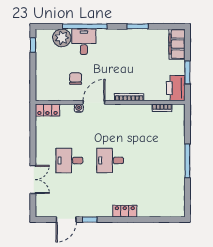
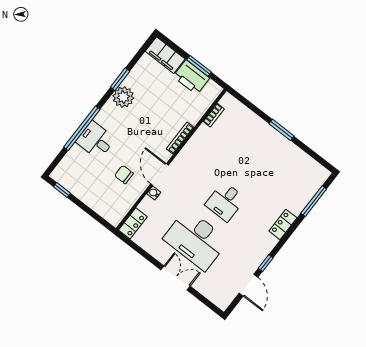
plant: (62, 38) -> (123, 97), moved
printer: (176, 88) -> (191, 77), moved
desk: (69, 160) -> (196, 239), width x1.87, depth x1.30
window: (187, 161) -> (281, 130), width x0.69
double door: (33, 179) -> (175, 278), moved
window: (156, 220) -> (314, 201), added

